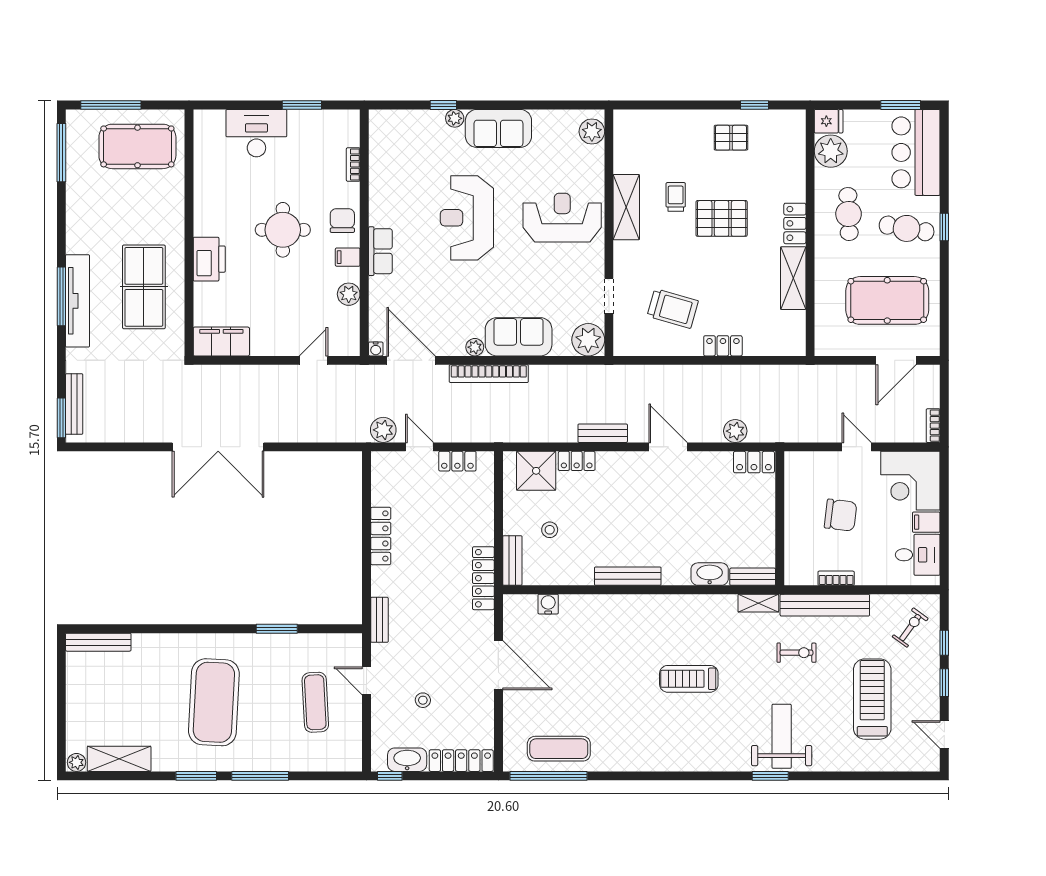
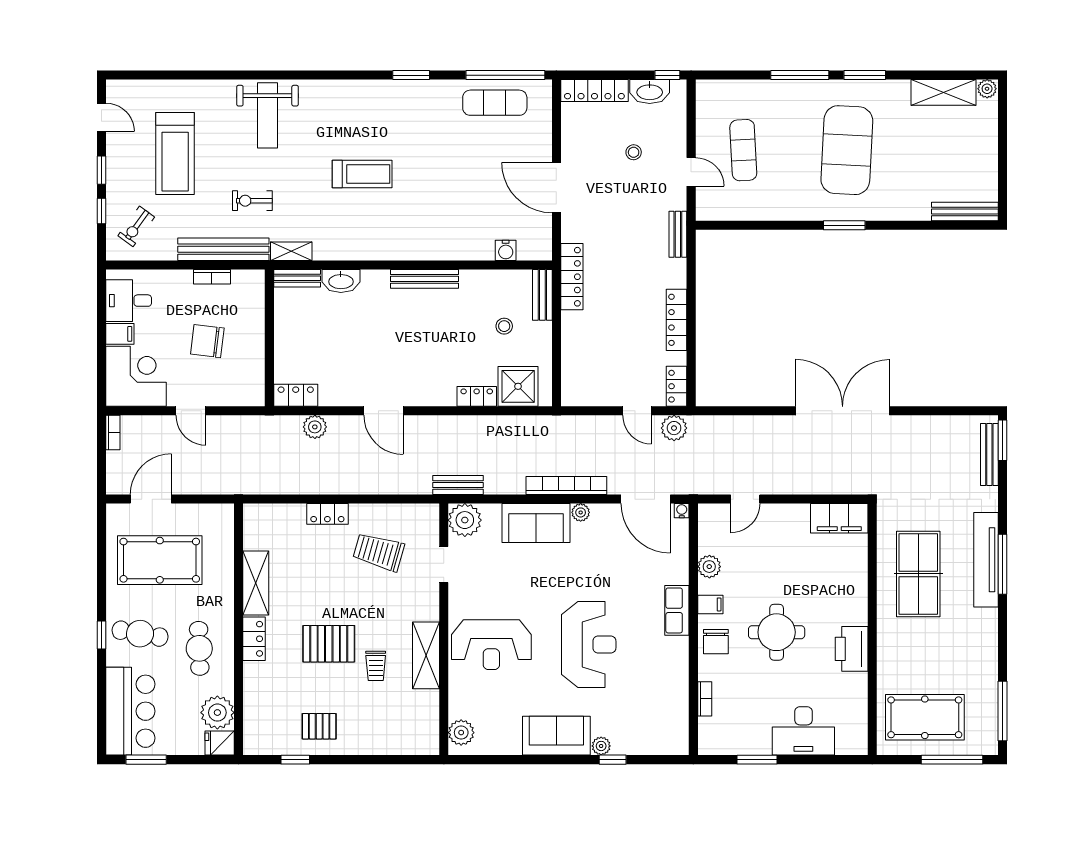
printer: (209, 259) -> (852, 649), moved
bench: (603, 433) -> (458, 485), moved
locker: (457, 461) -> (677, 386), moved, turned -90
window: (277, 629) -> (844, 225), moved
window: (770, 776) -> (411, 75), moved

